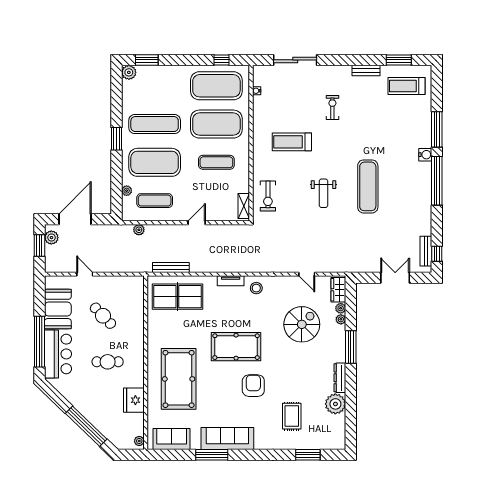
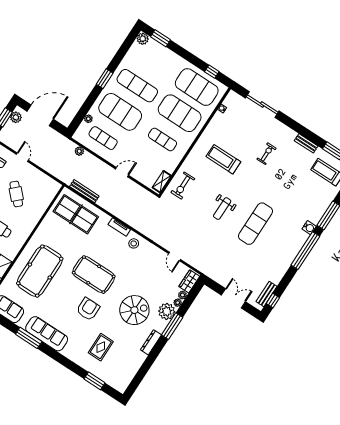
spiral stairs: (302, 324) -> (134, 310), moved
plant: (335, 404) -> (167, 311), moved

